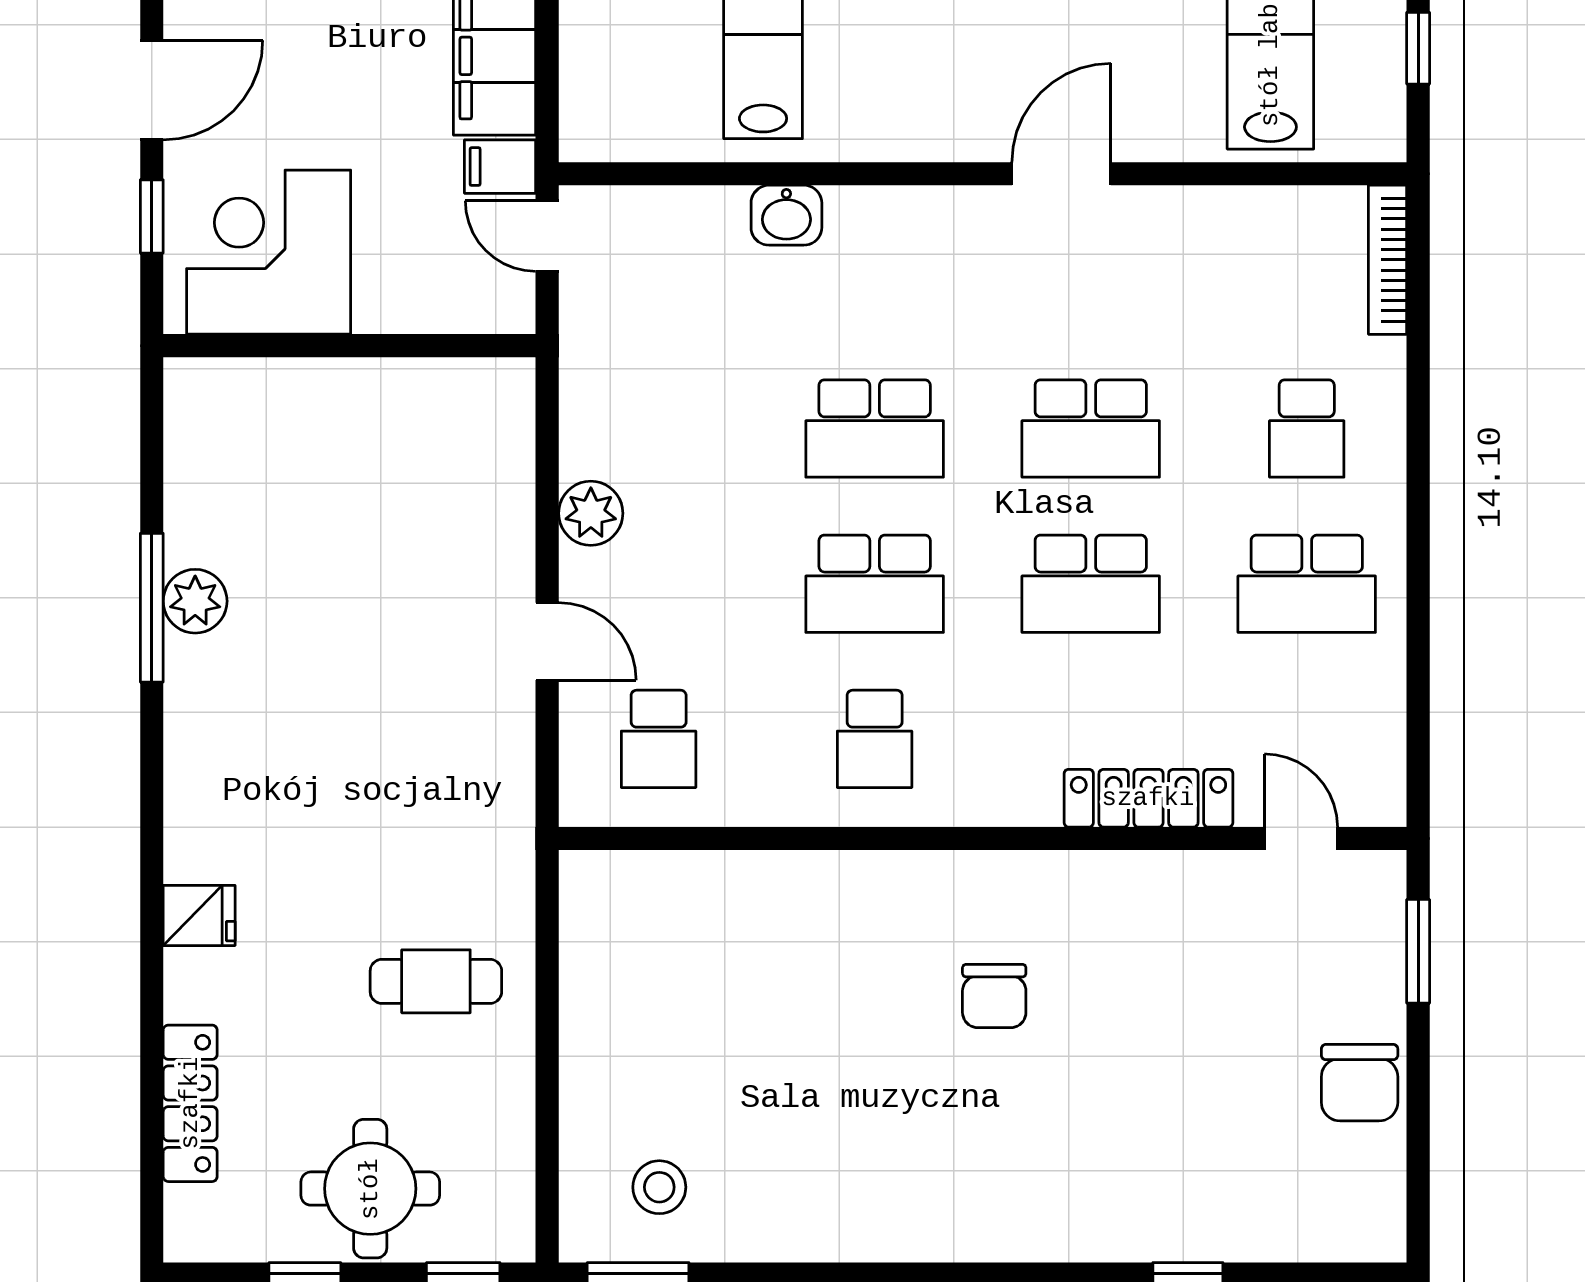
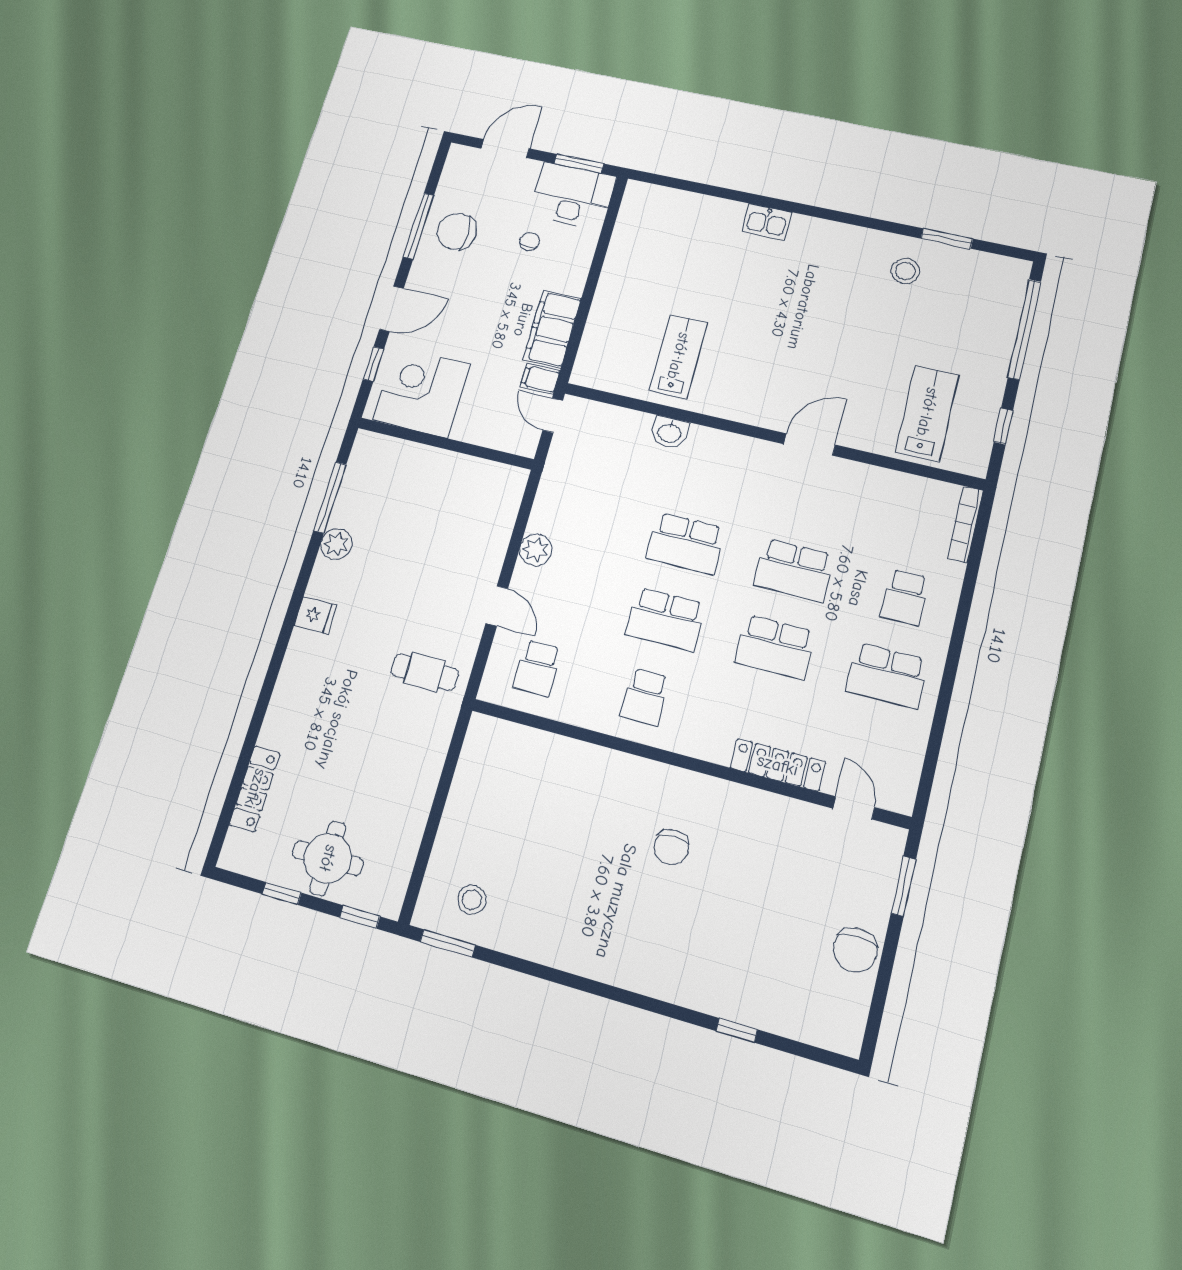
window: (152, 608) -> (330, 498), moved
fridge: (199, 915) -> (315, 615), moved
cafe table: (436, 981) -> (425, 672), moved

